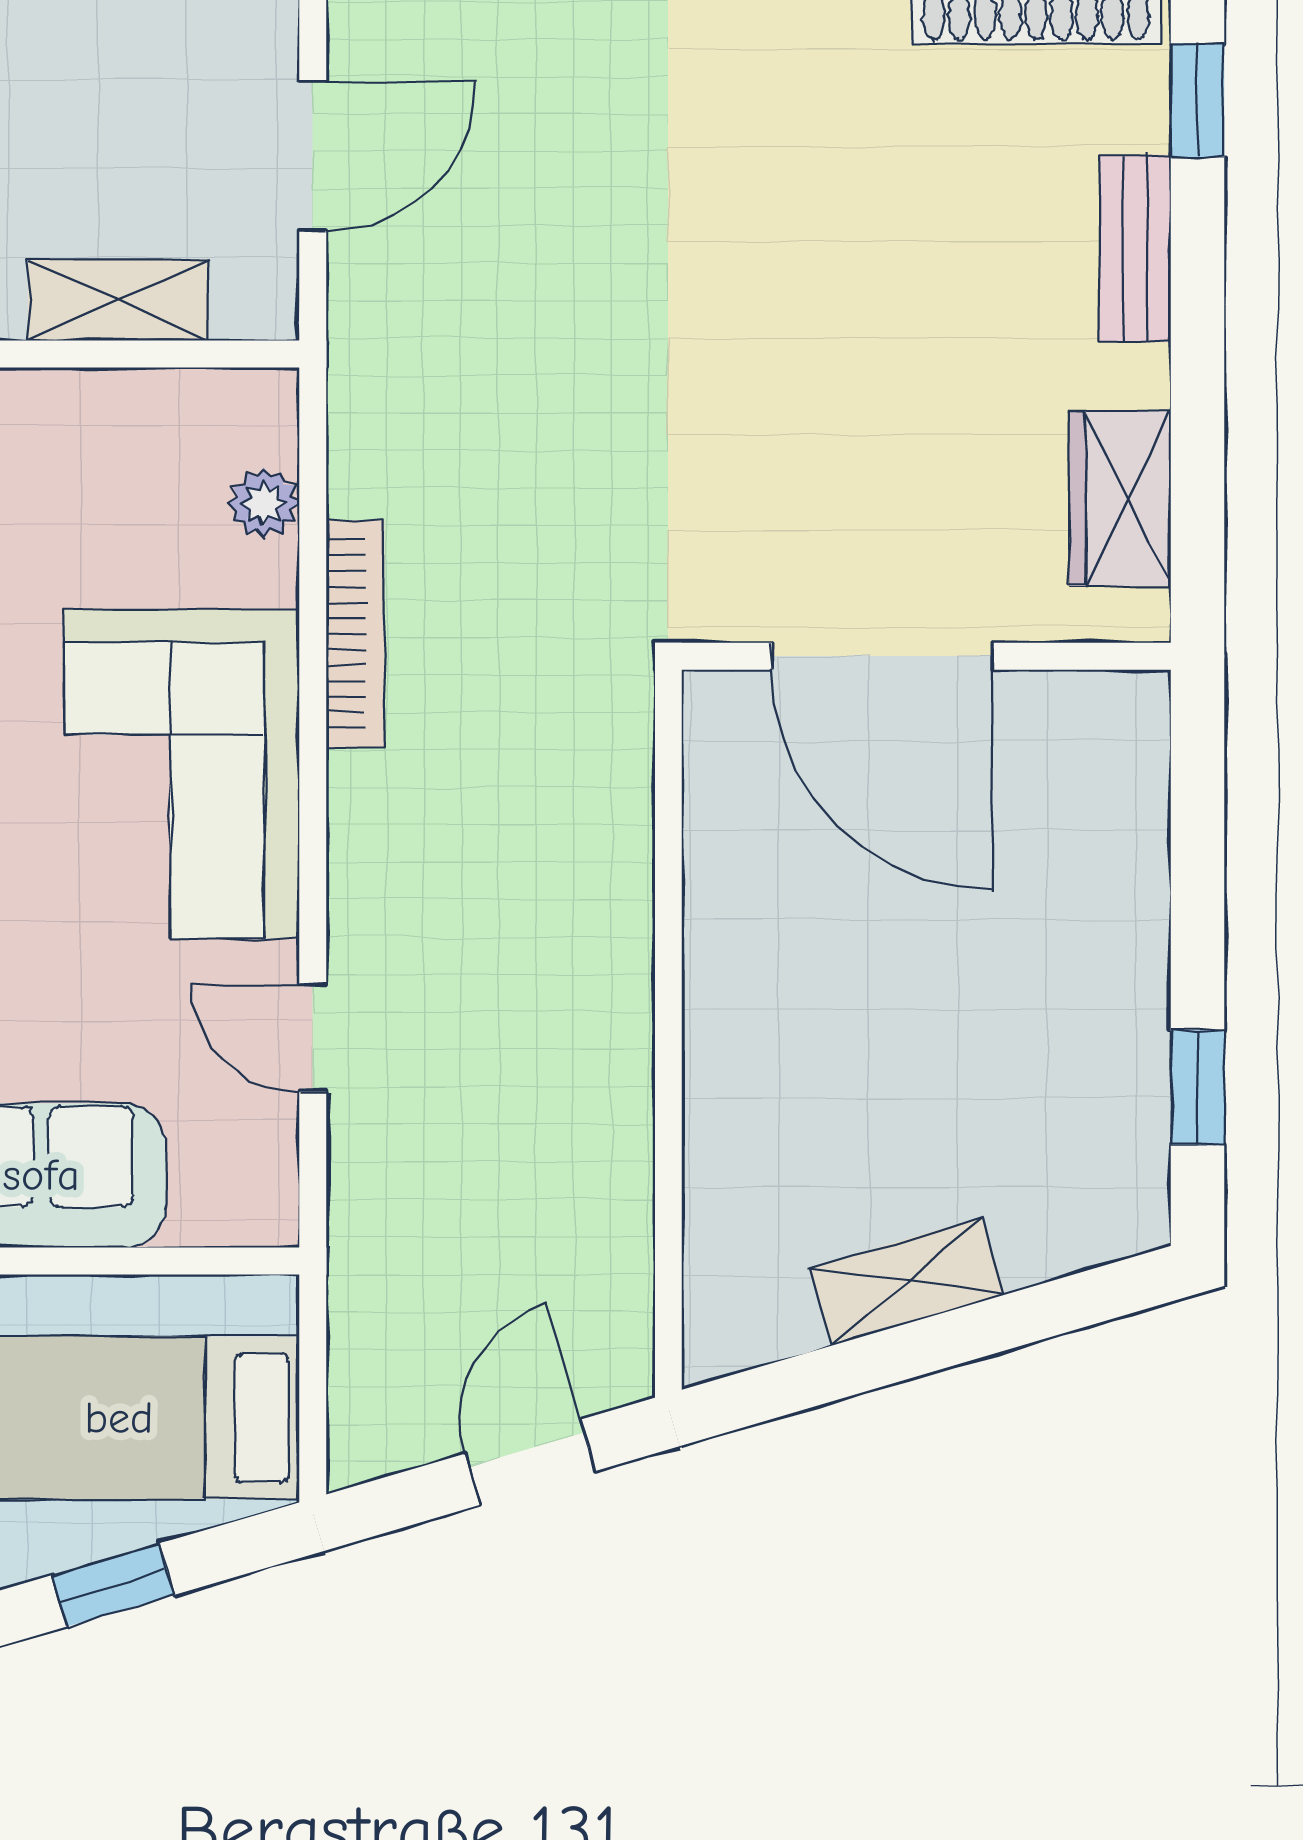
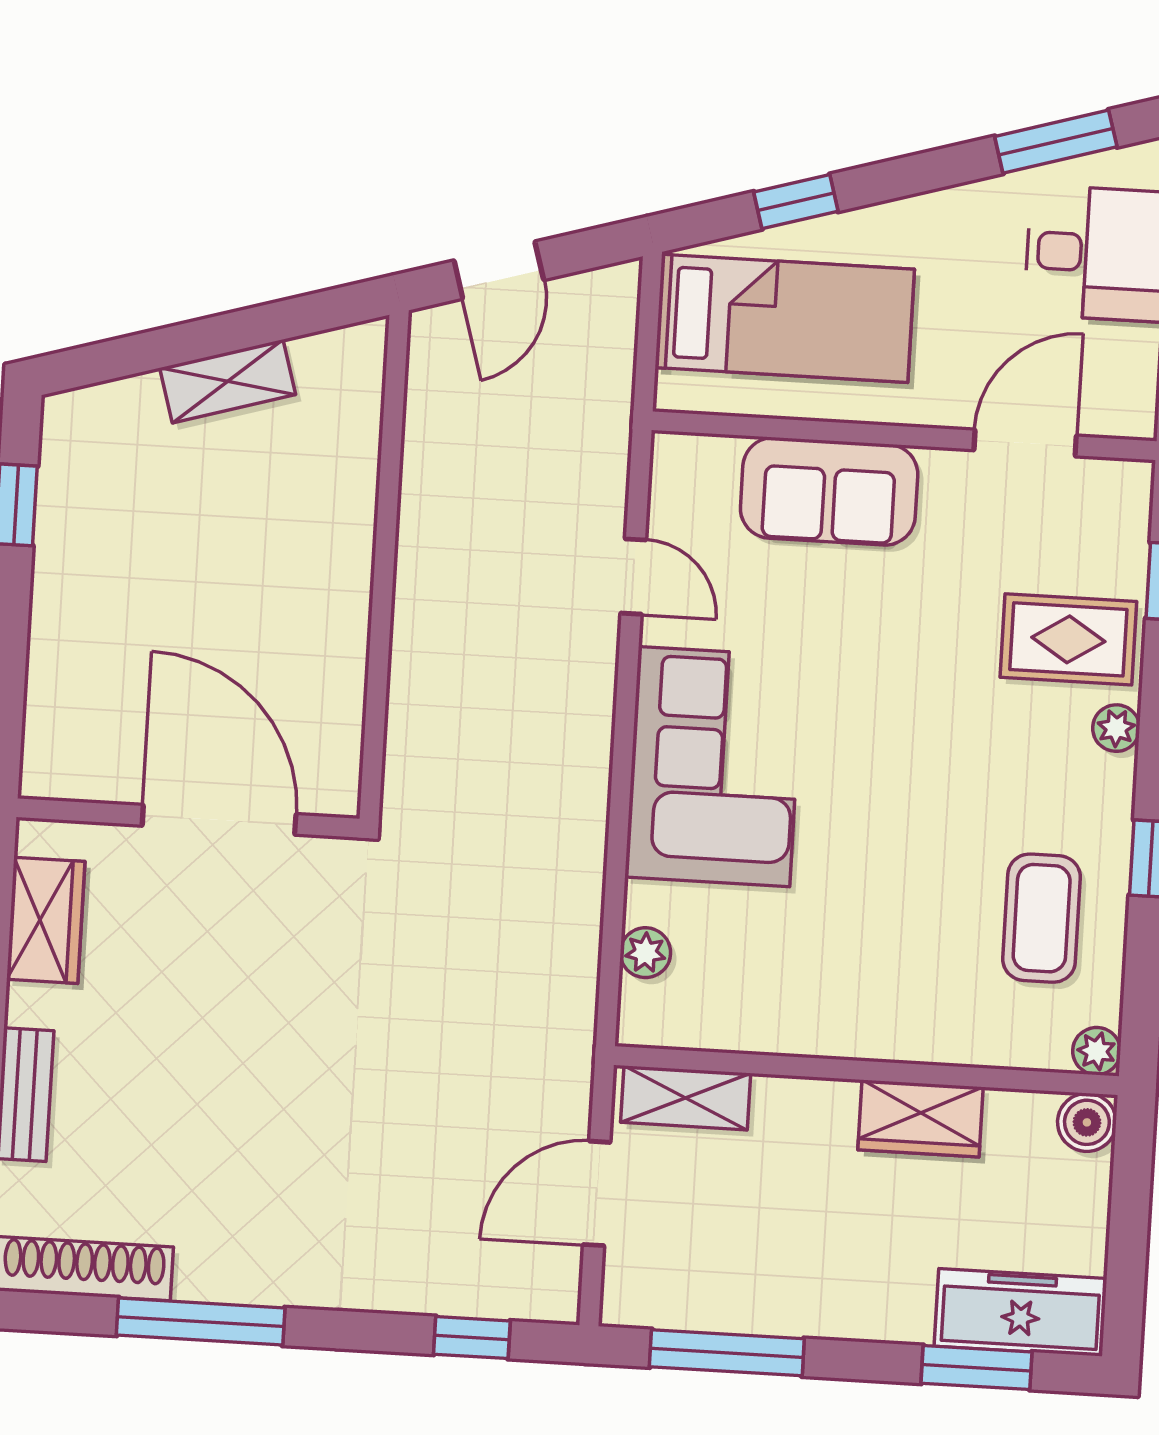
shelving: (118, 300) -> (686, 1098), moved
bookcase: (355, 634) -> (587, 857), removed

